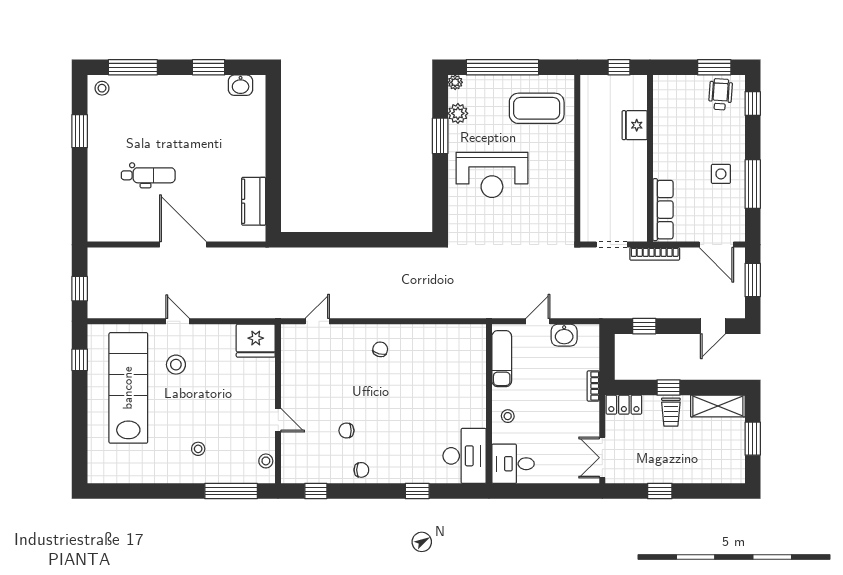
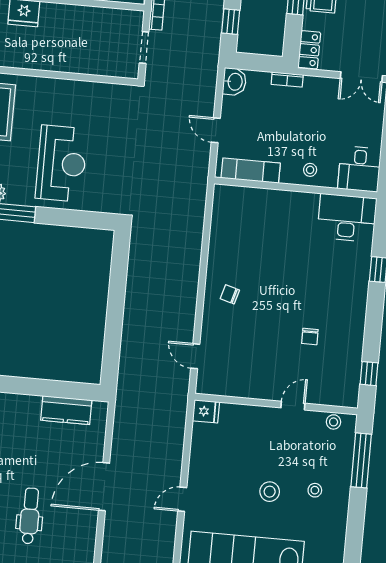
washbasin: (564, 335) -> (234, 82), moved
fridge: (256, 341) -> (206, 411), width x0.53, depth x0.75
stool: (176, 365) -> (270, 492), moved
chair: (361, 470) -> (352, 325), removed

